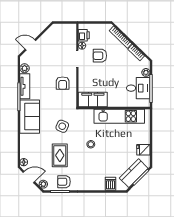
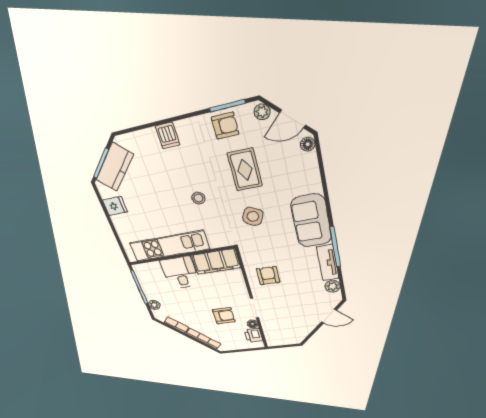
desk: (138, 88) -> (180, 273), moved, turned 90
dishwasher: (110, 184) -> (168, 136), moved

